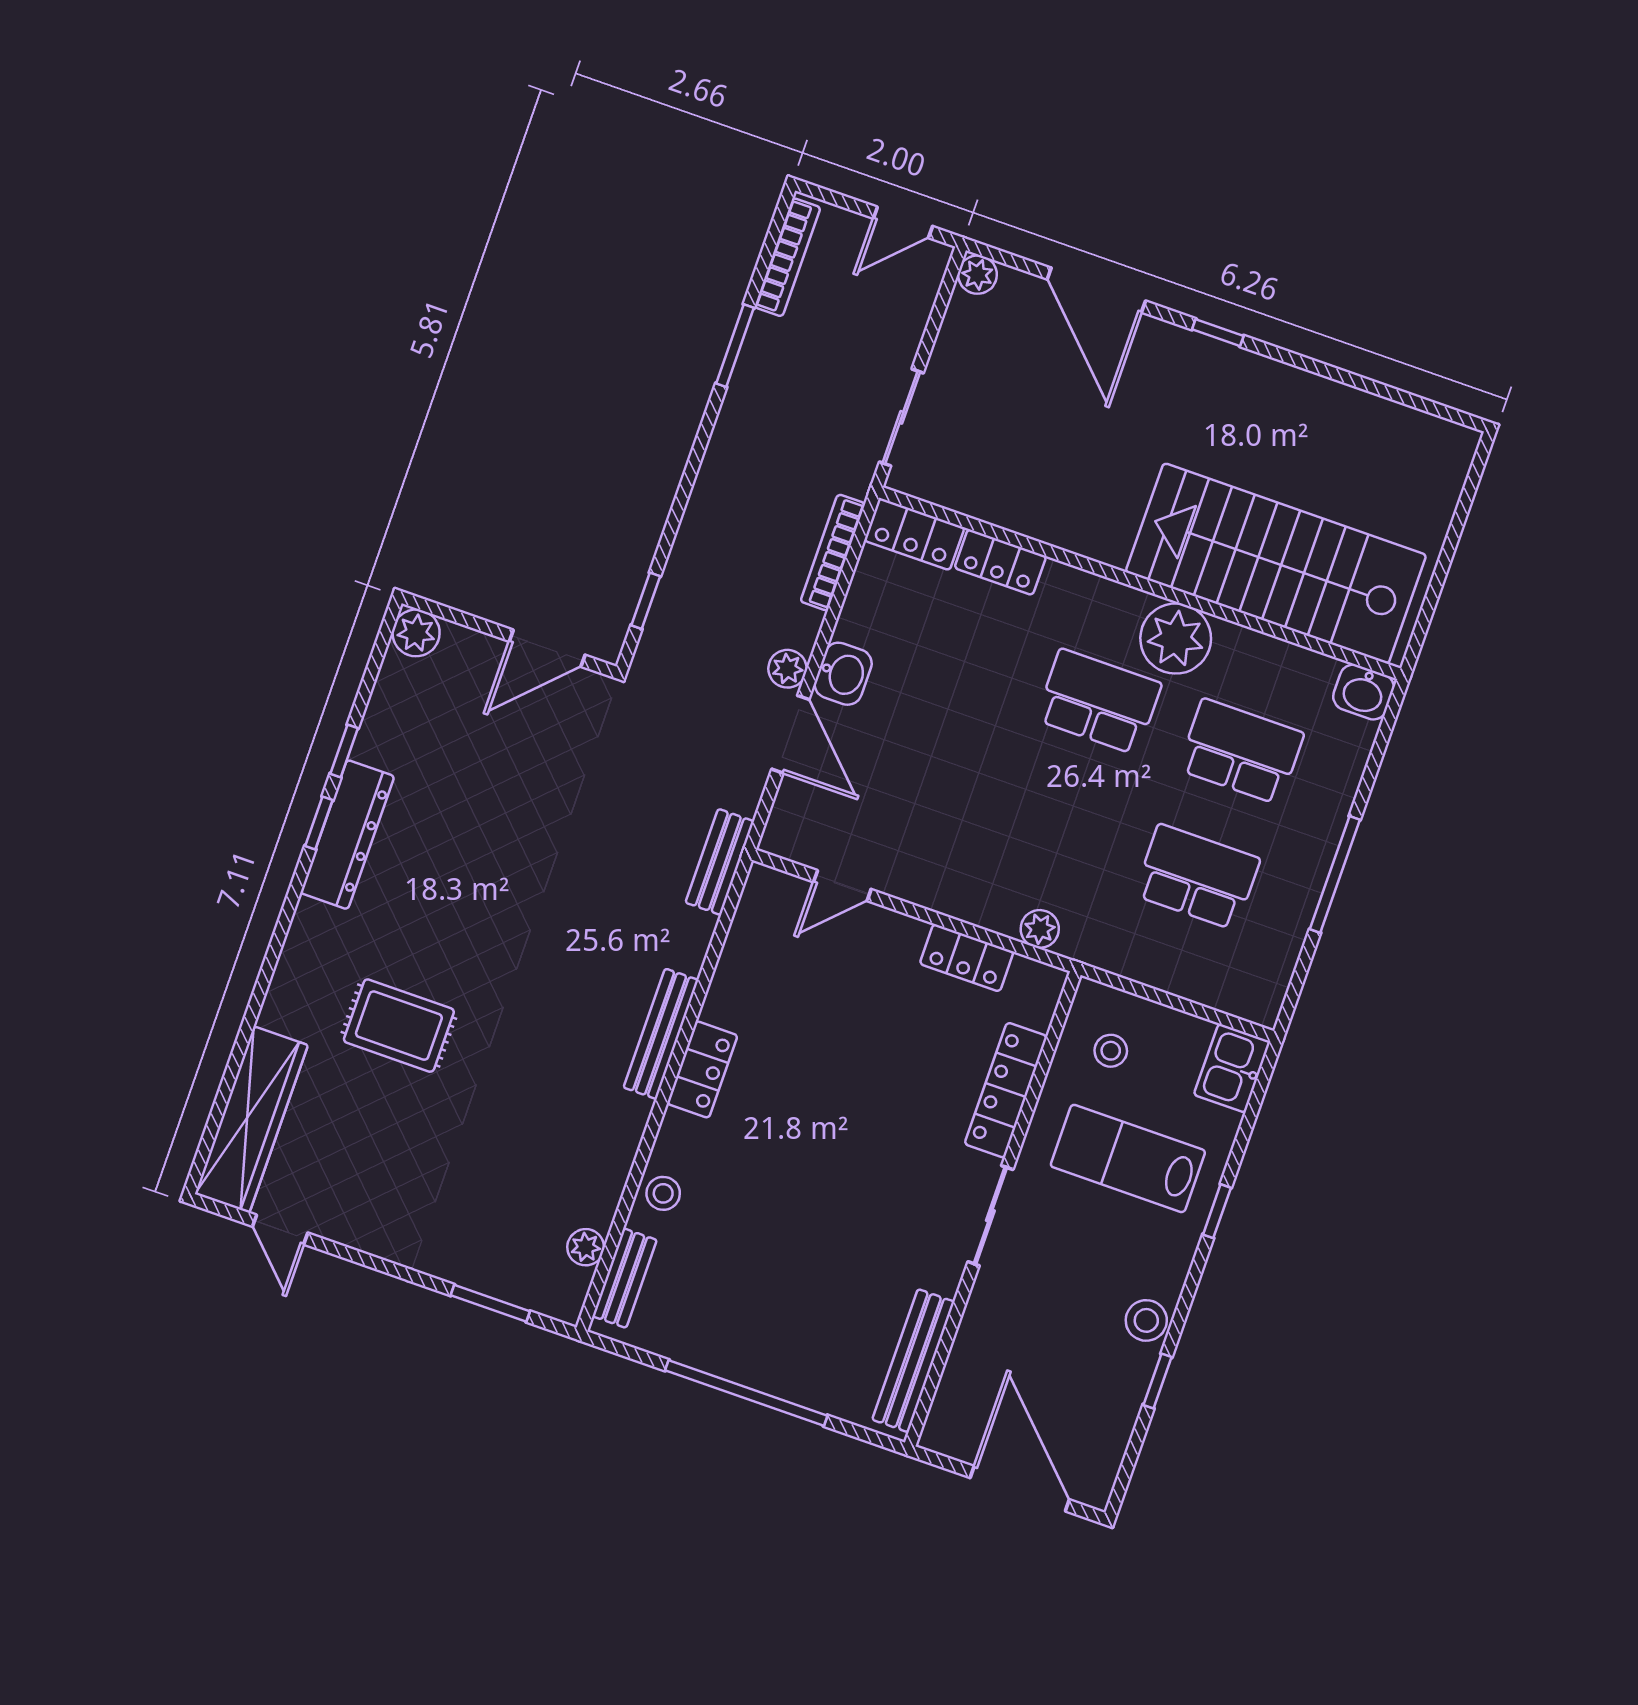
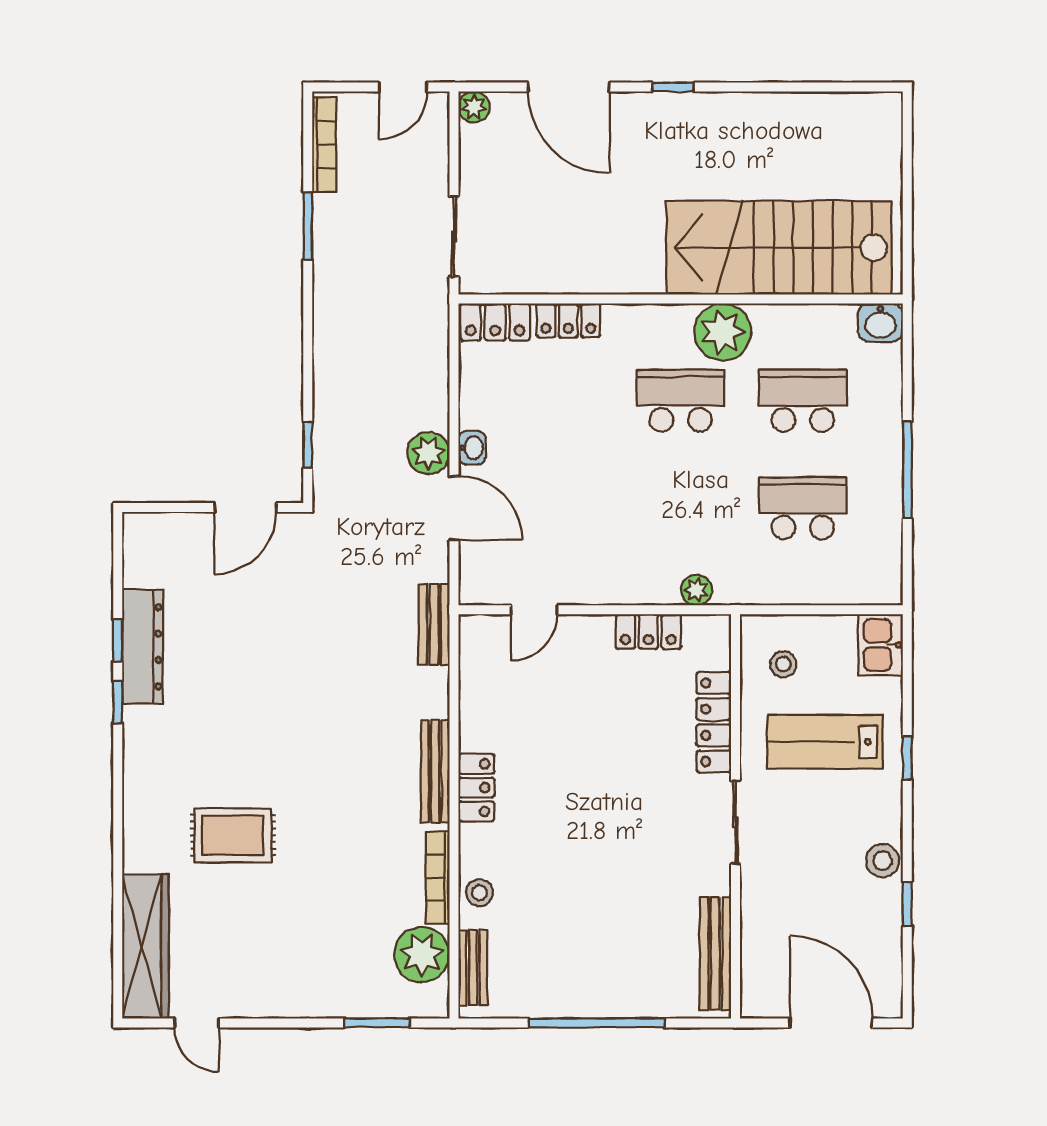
bookcase: (833, 552) -> (438, 878), moved
plant: (416, 633) -> (141, 531), removed
plant: (787, 669) -> (428, 453), width x1.38, depth x1.38
washbasin: (843, 674) -> (472, 448), width x0.72, depth x0.69
dresser: (347, 835) -> (142, 647), moved
plant: (586, 1247) -> (422, 955), width x1.87, depth x1.87

